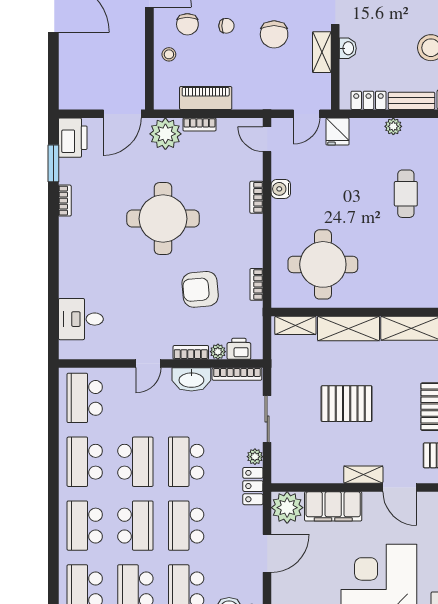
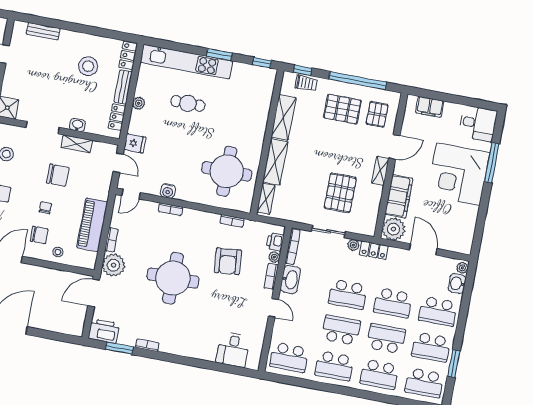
piano: (206, 98) -> (92, 225), width x1.37, depth x1.33
door: (122, 114) -> (94, 293), swing flipped
pallet: (347, 404) -> (340, 193), moved

